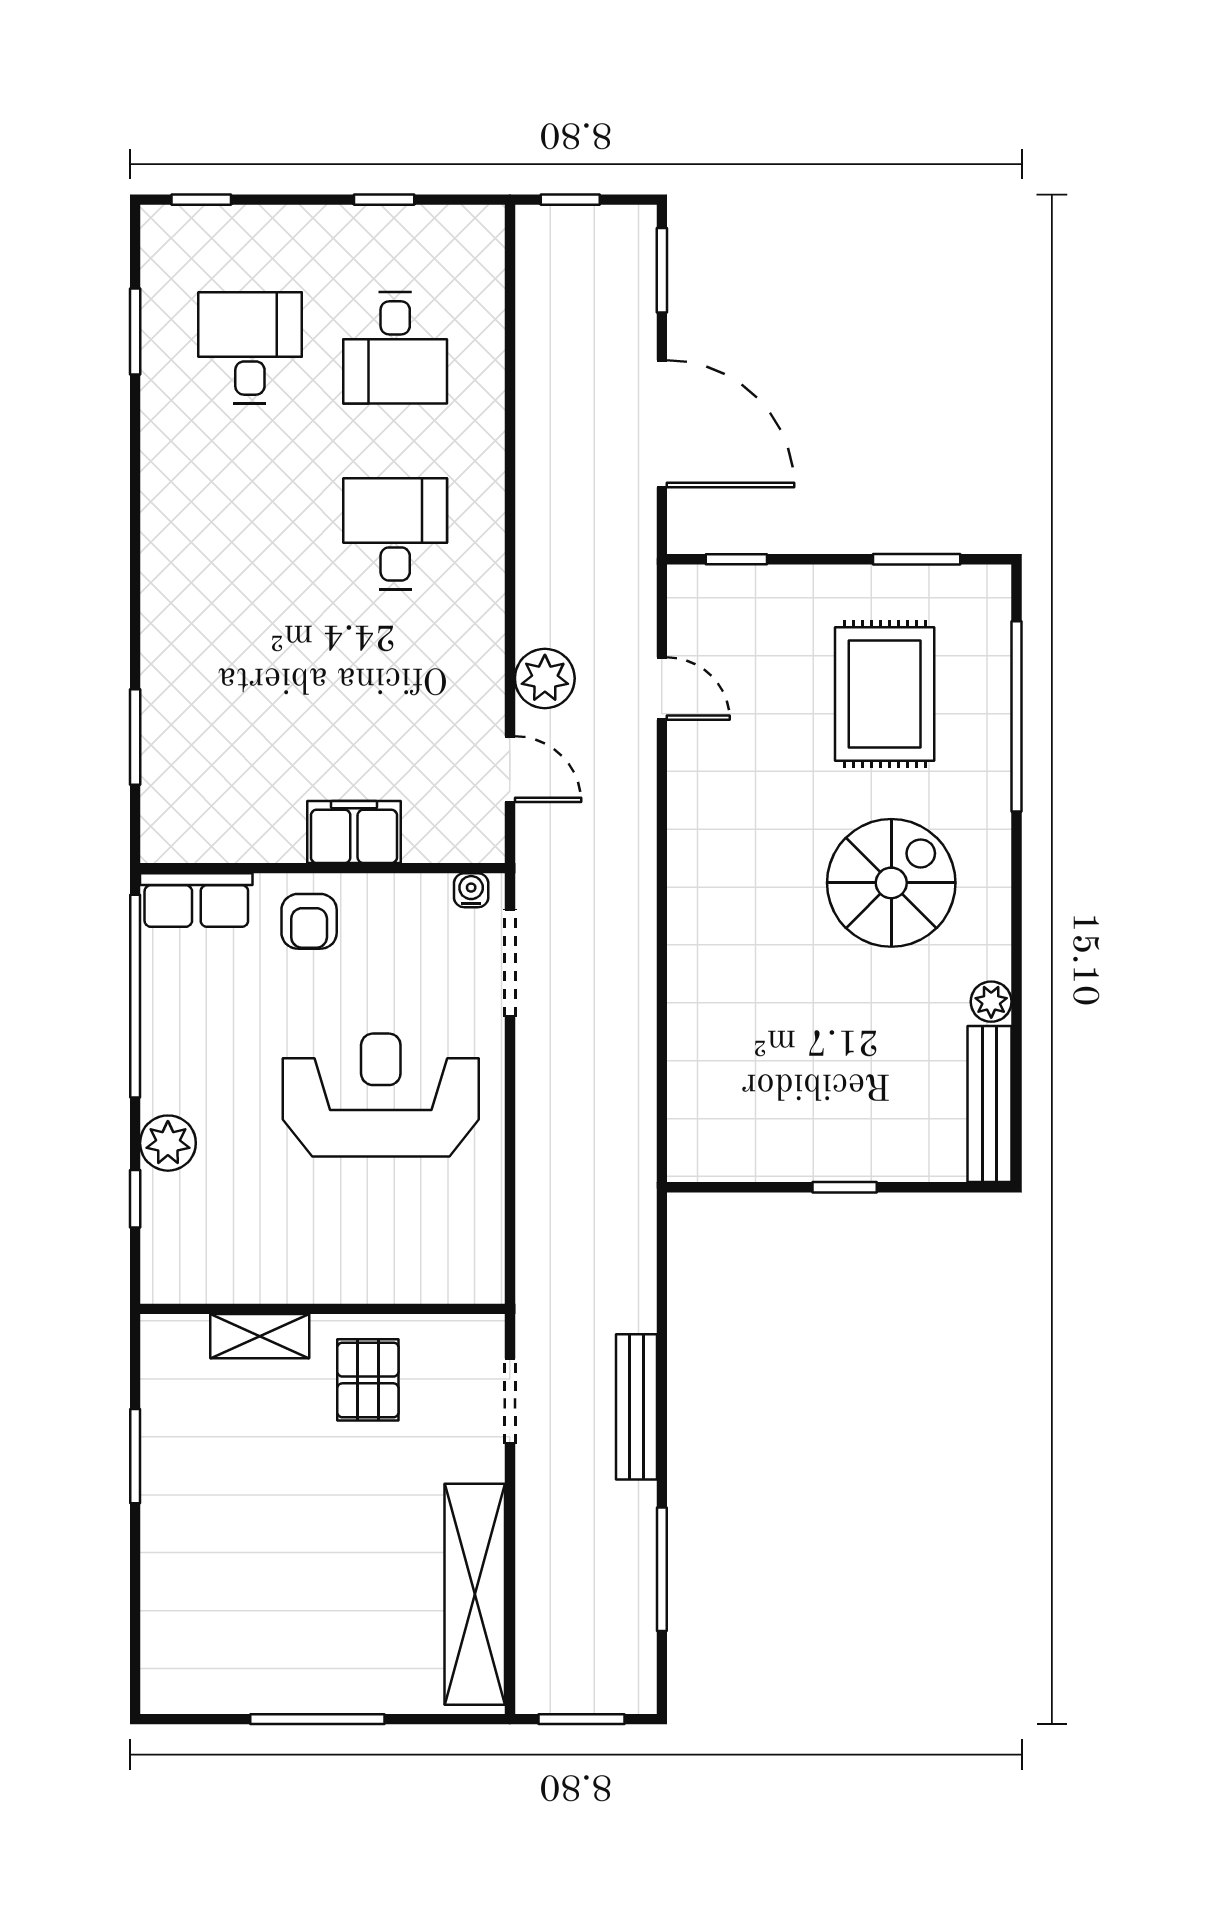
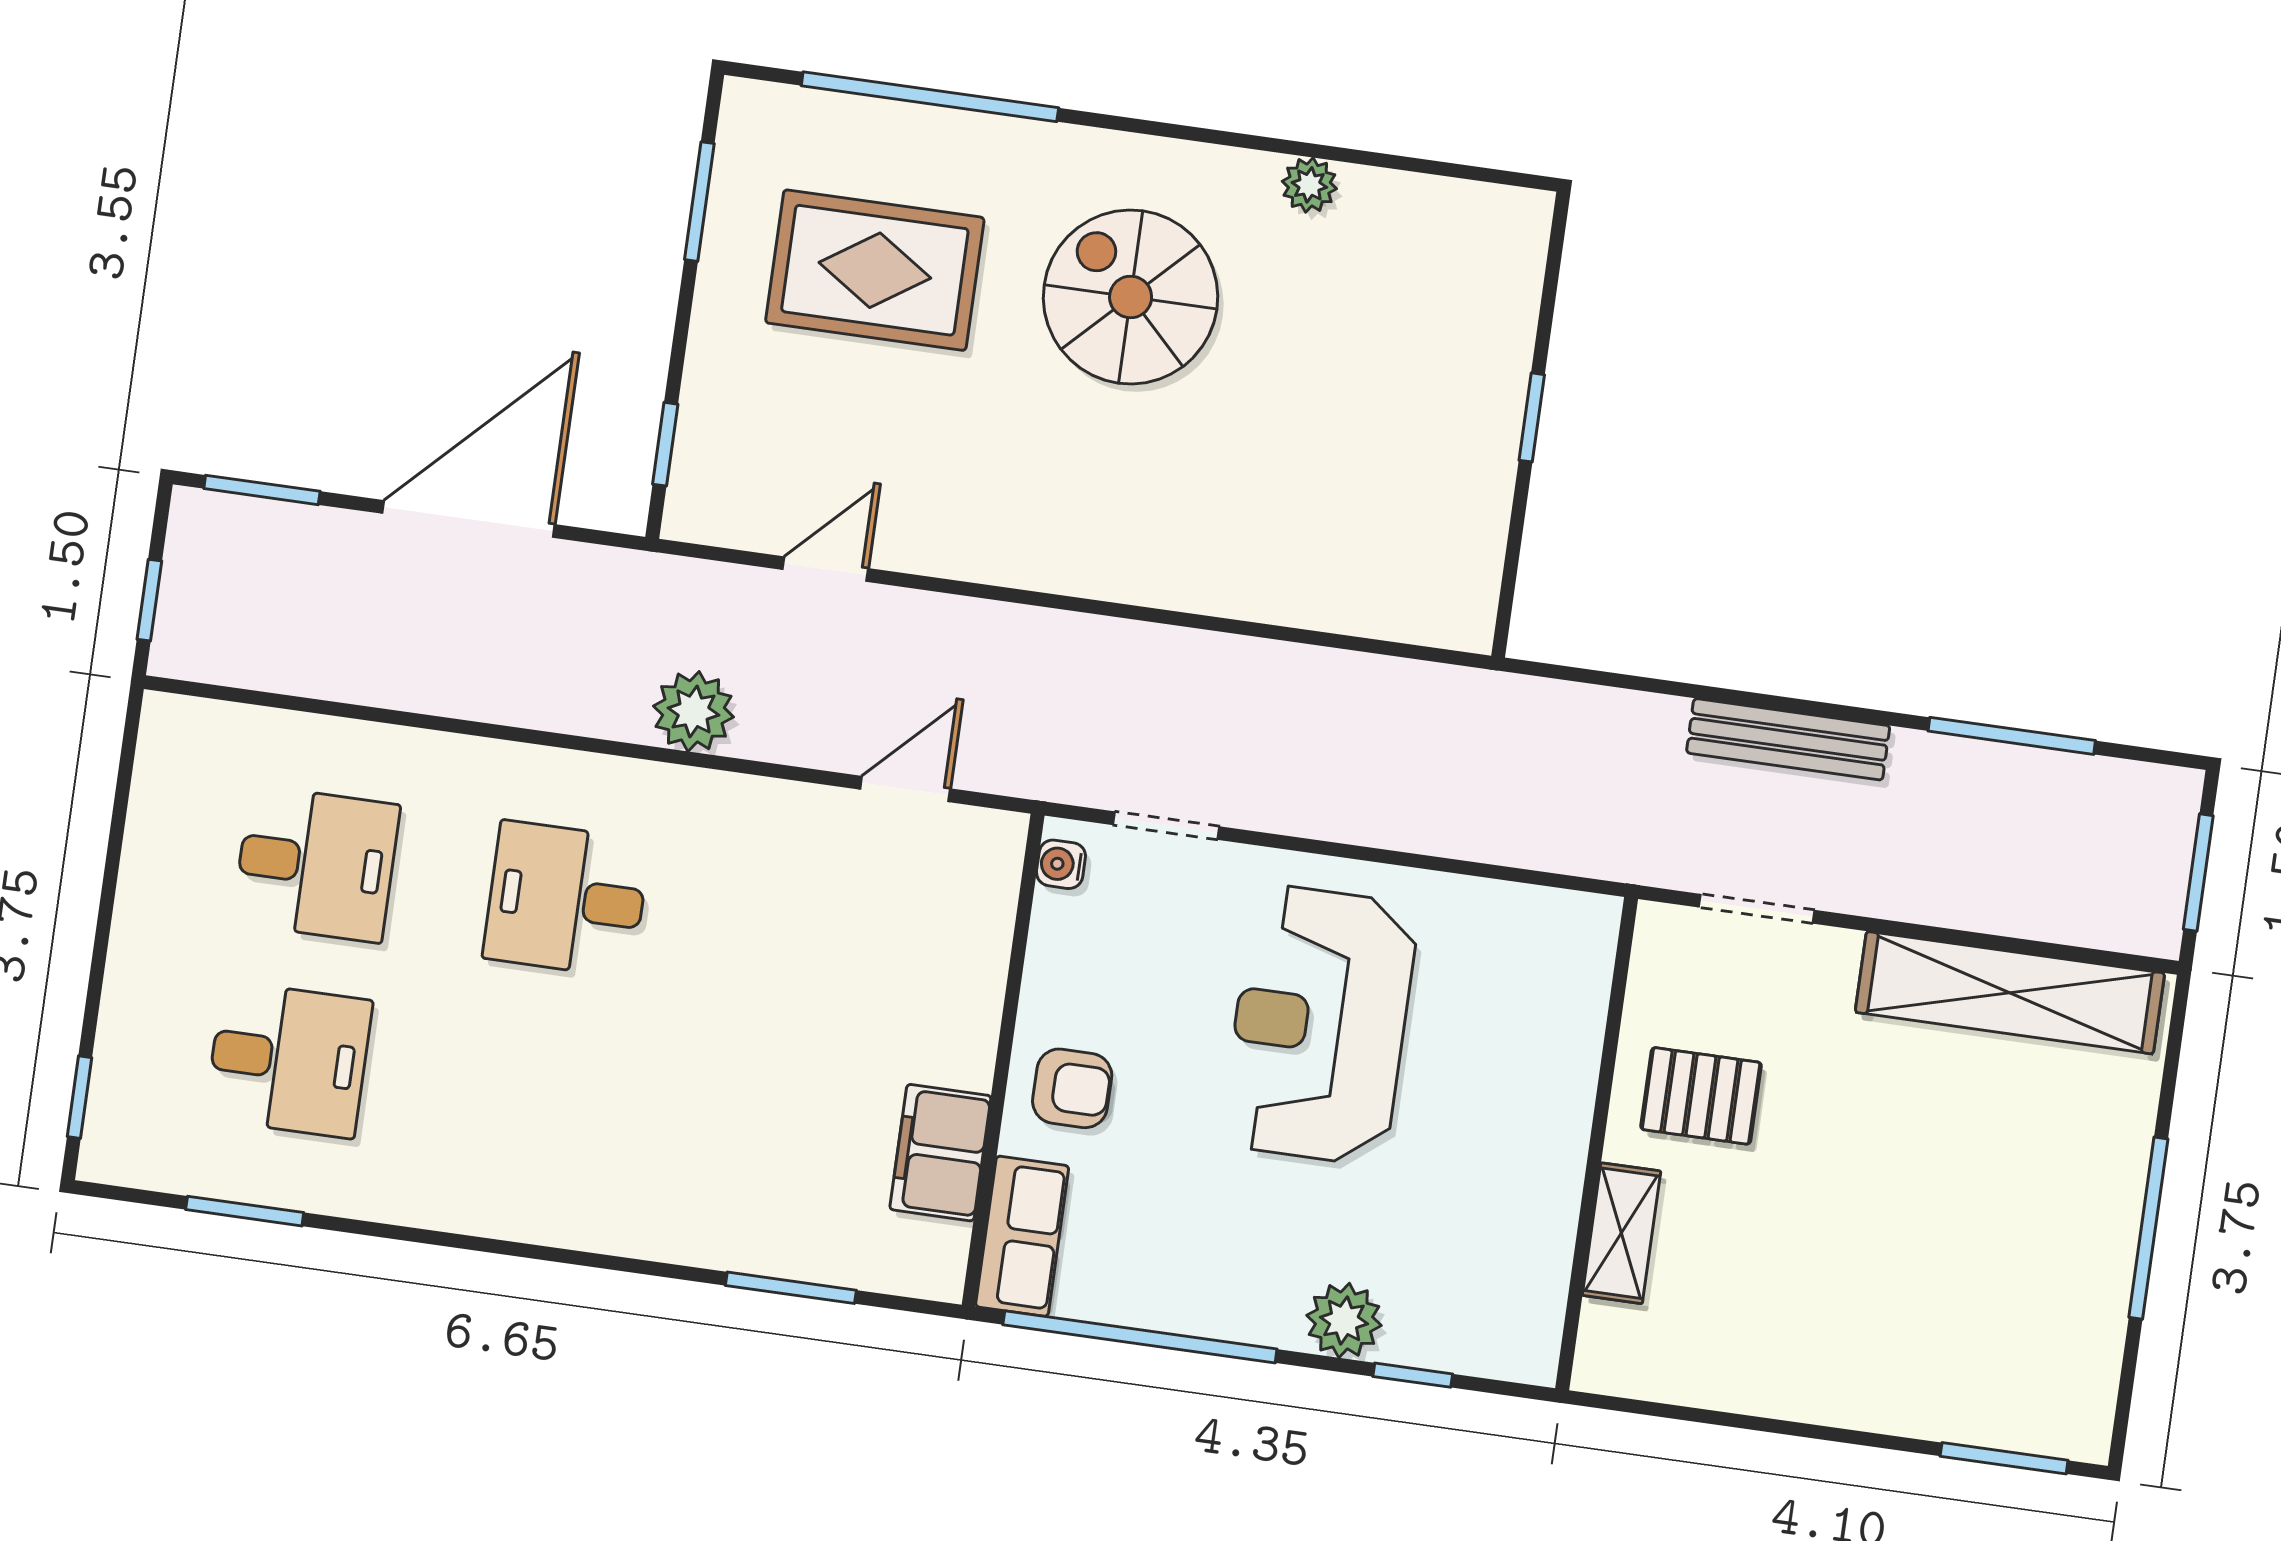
window: (384, 200) -> (114, 851), removed
desk: (250, 348) -> (289, 1060), turned 180
plant: (545, 678) -> (694, 711), moved
filing cabinet: (354, 832) -> (940, 1153), moved
doorway: (510, 963) -> (1166, 826), width x0.73
bench: (990, 1104) -> (1447, 206), removed
window: (135, 1456) -> (2004, 1458), moved

